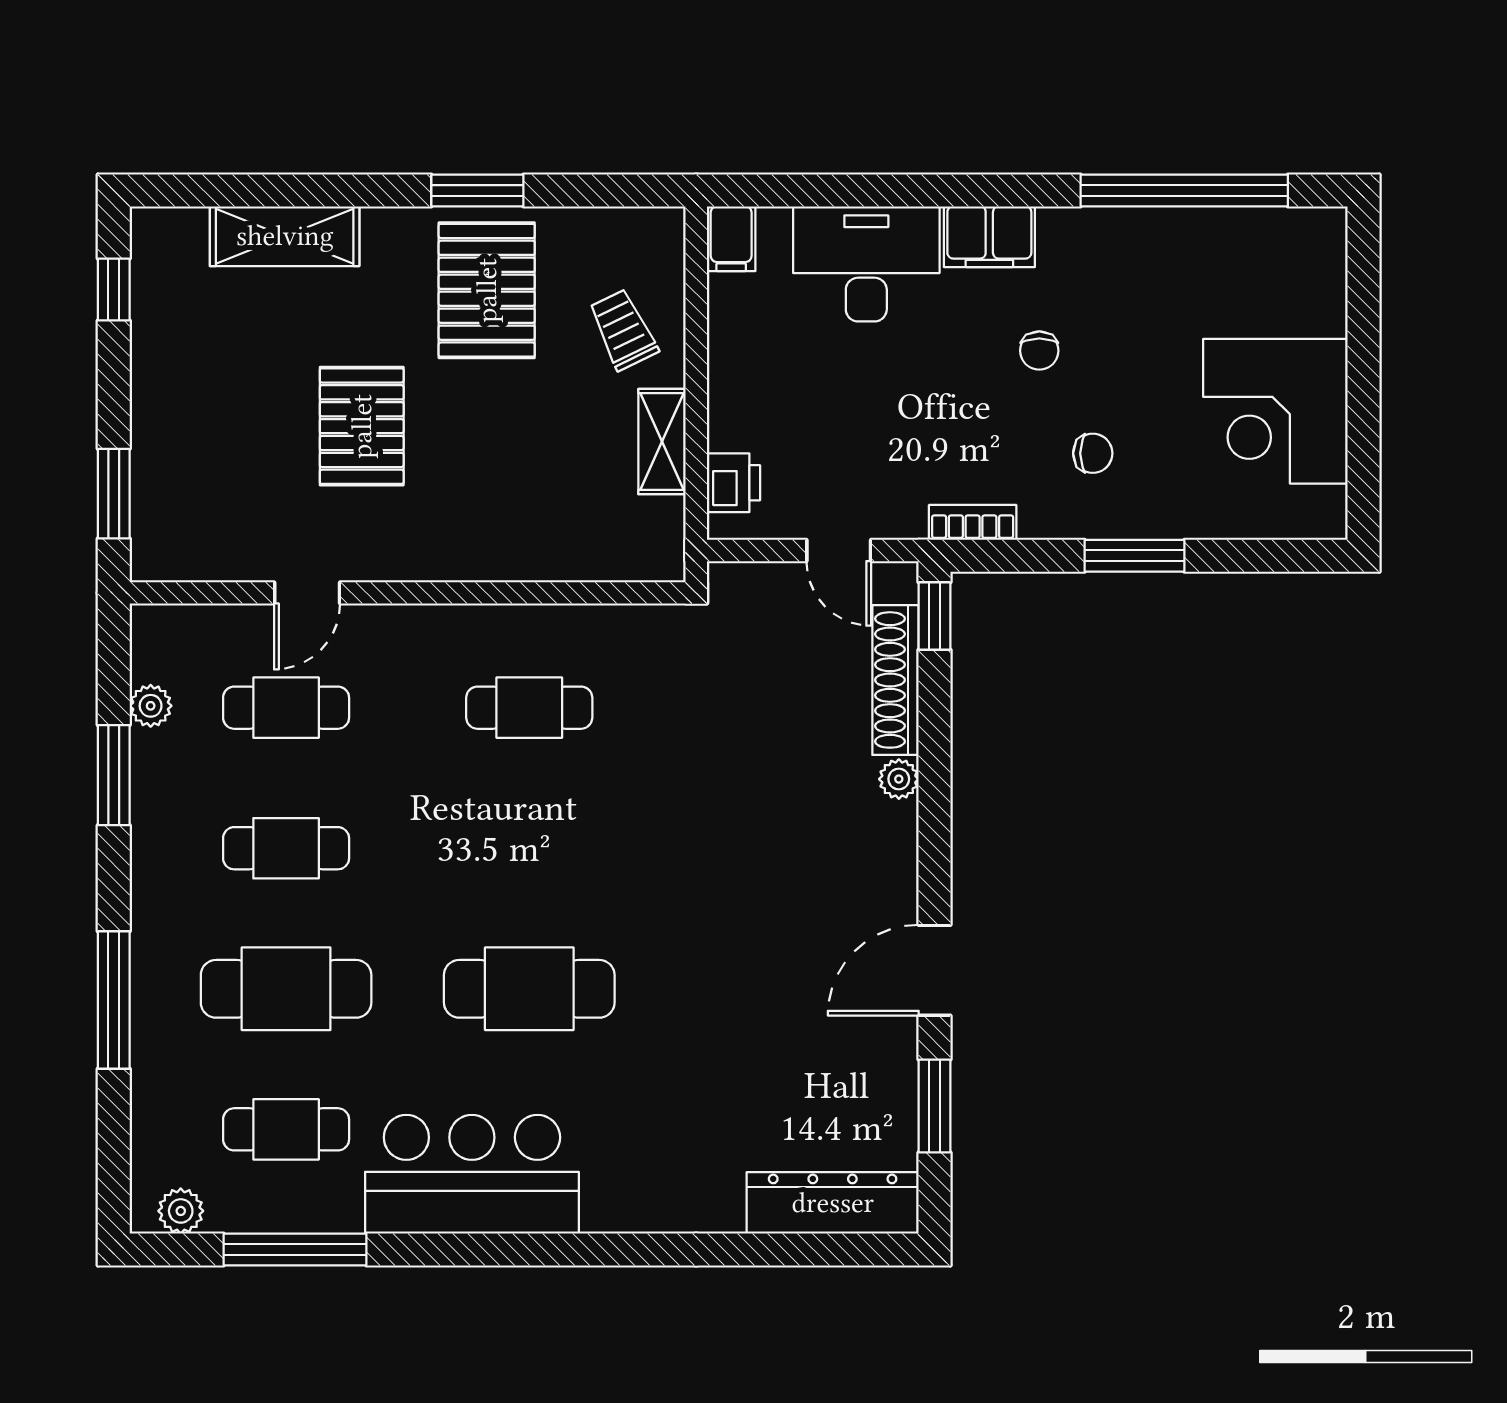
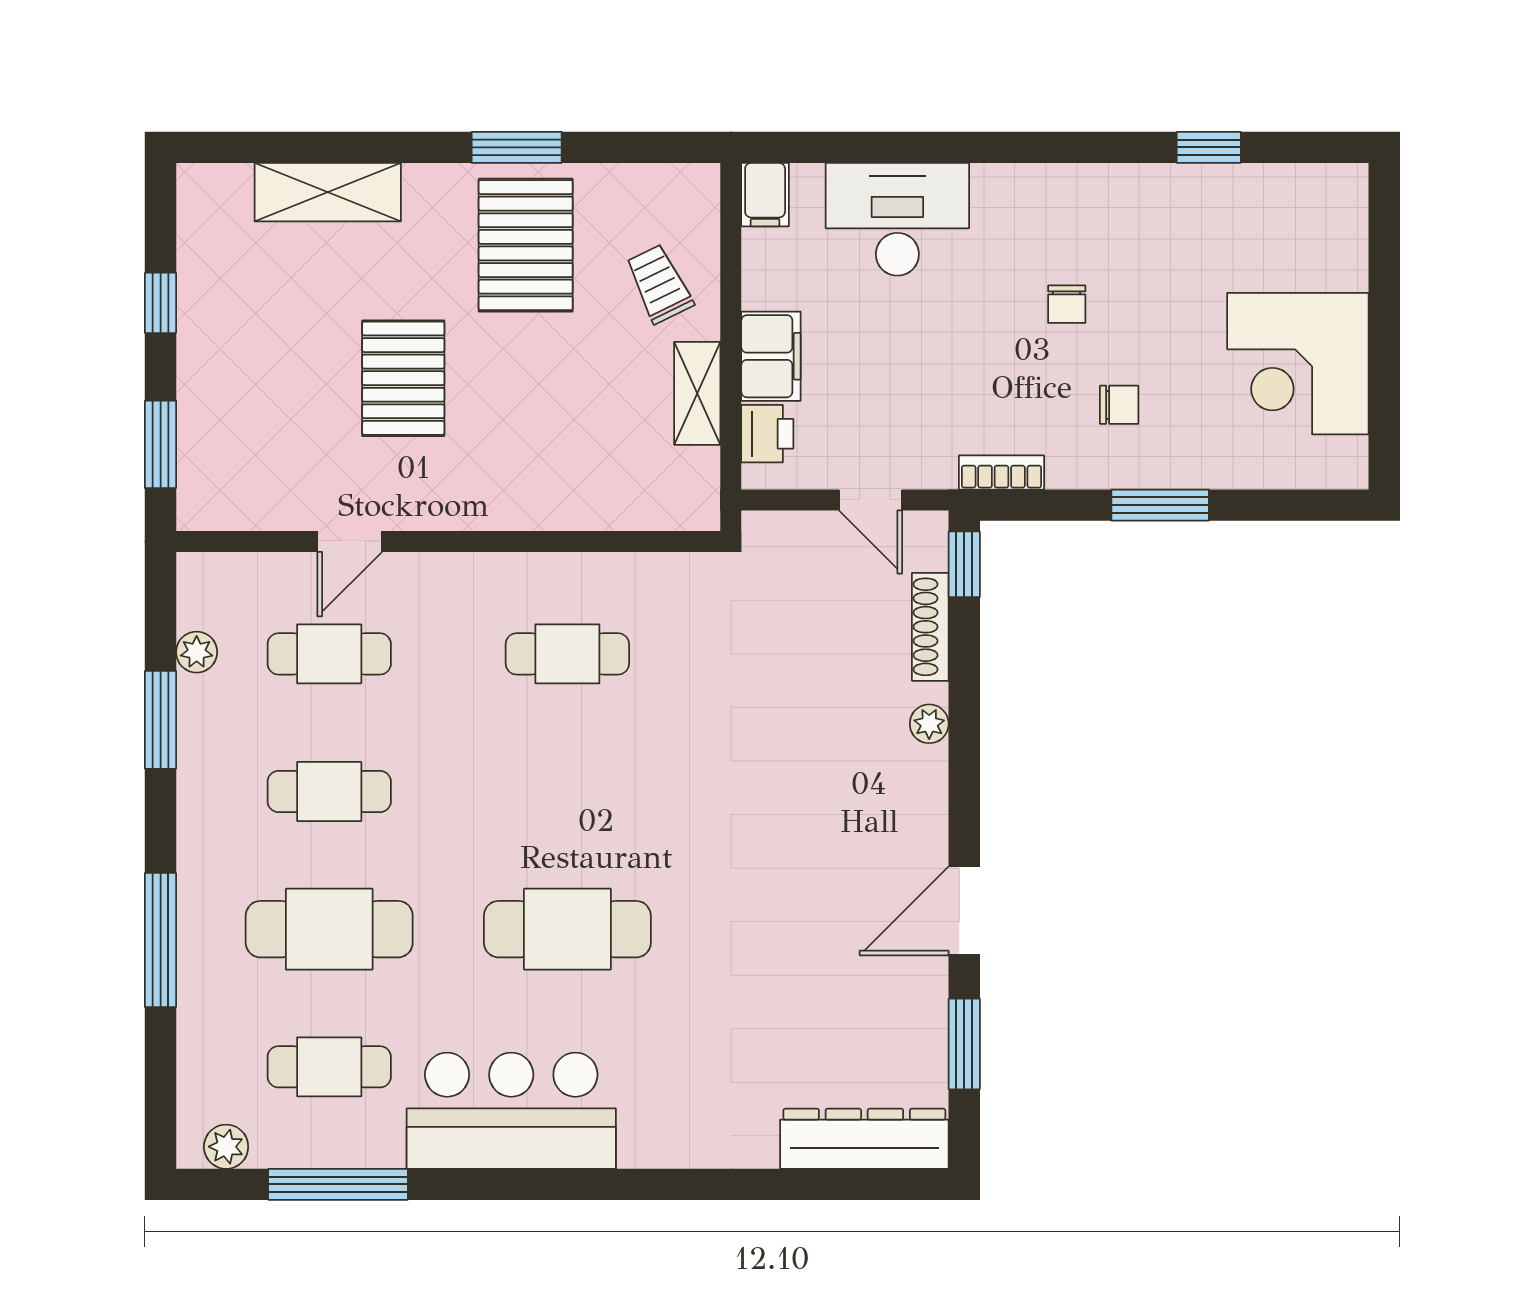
window: (1184, 190) -> (1209, 147), width x0.32
filing cabinet: (989, 237) -> (771, 356), moved, turned -90
window: (114, 290) -> (161, 303), moved
shoe rack: (895, 680) -> (930, 627), width x0.74, depth x0.81

